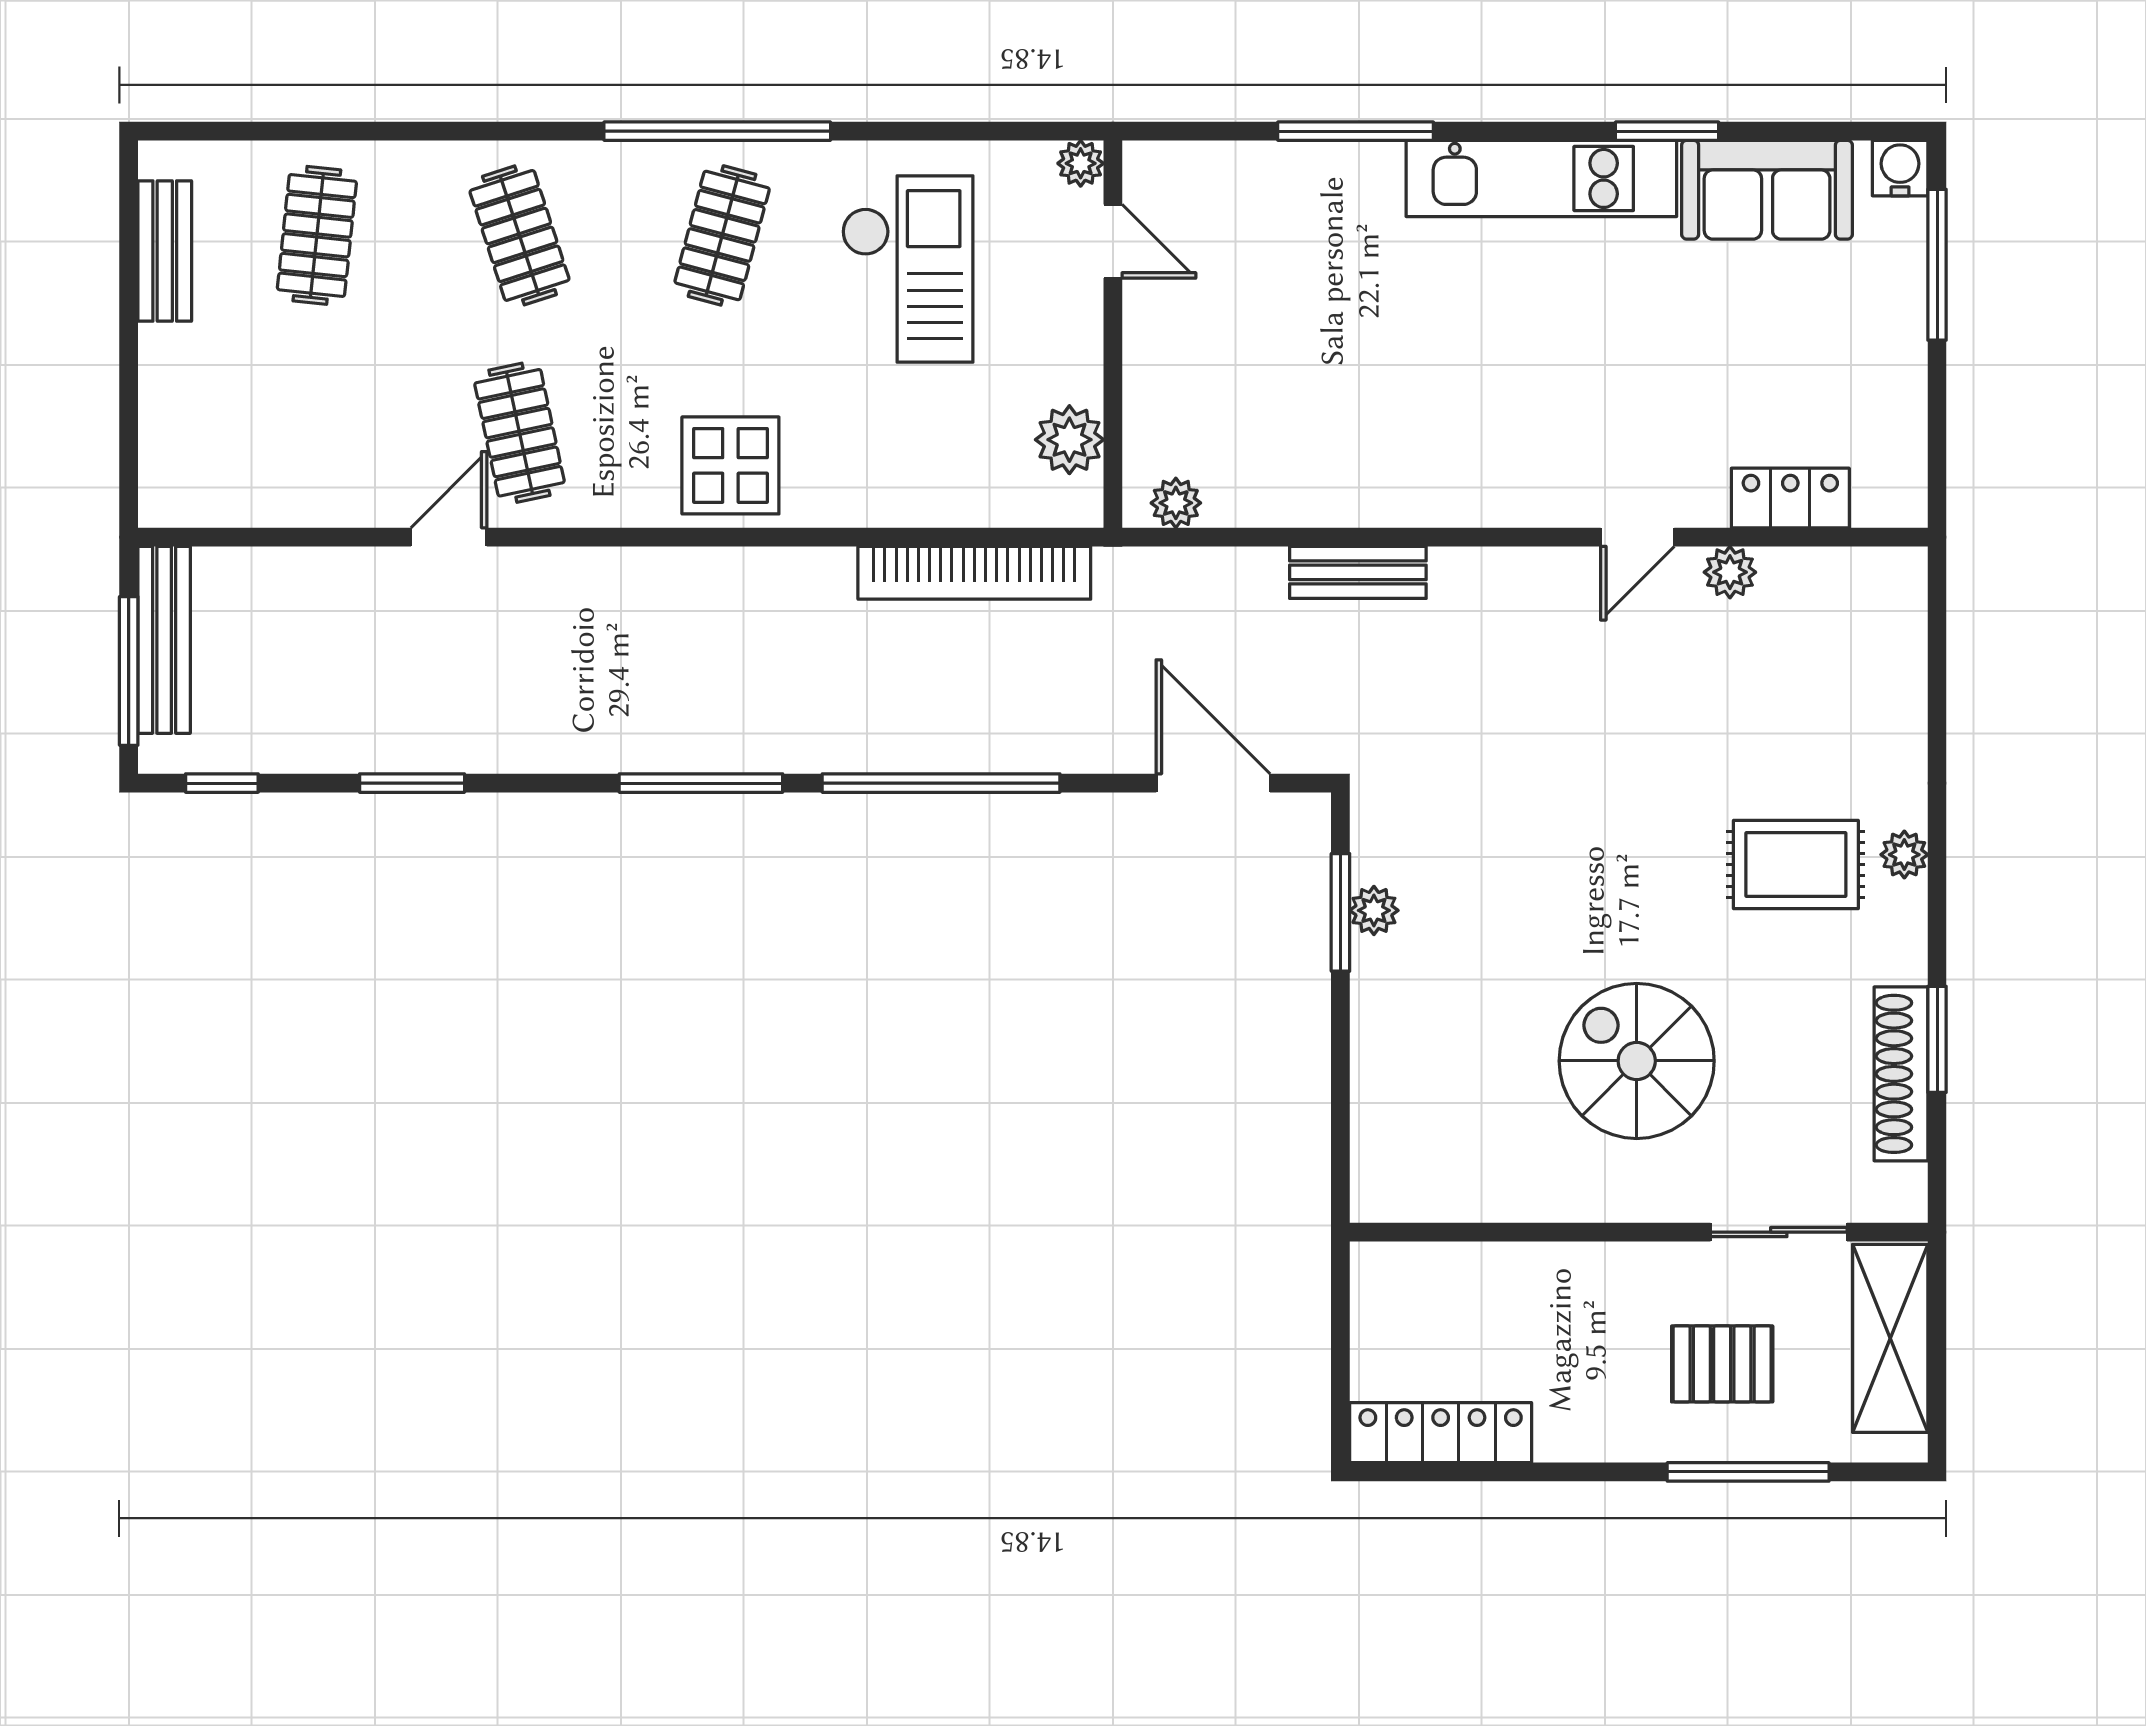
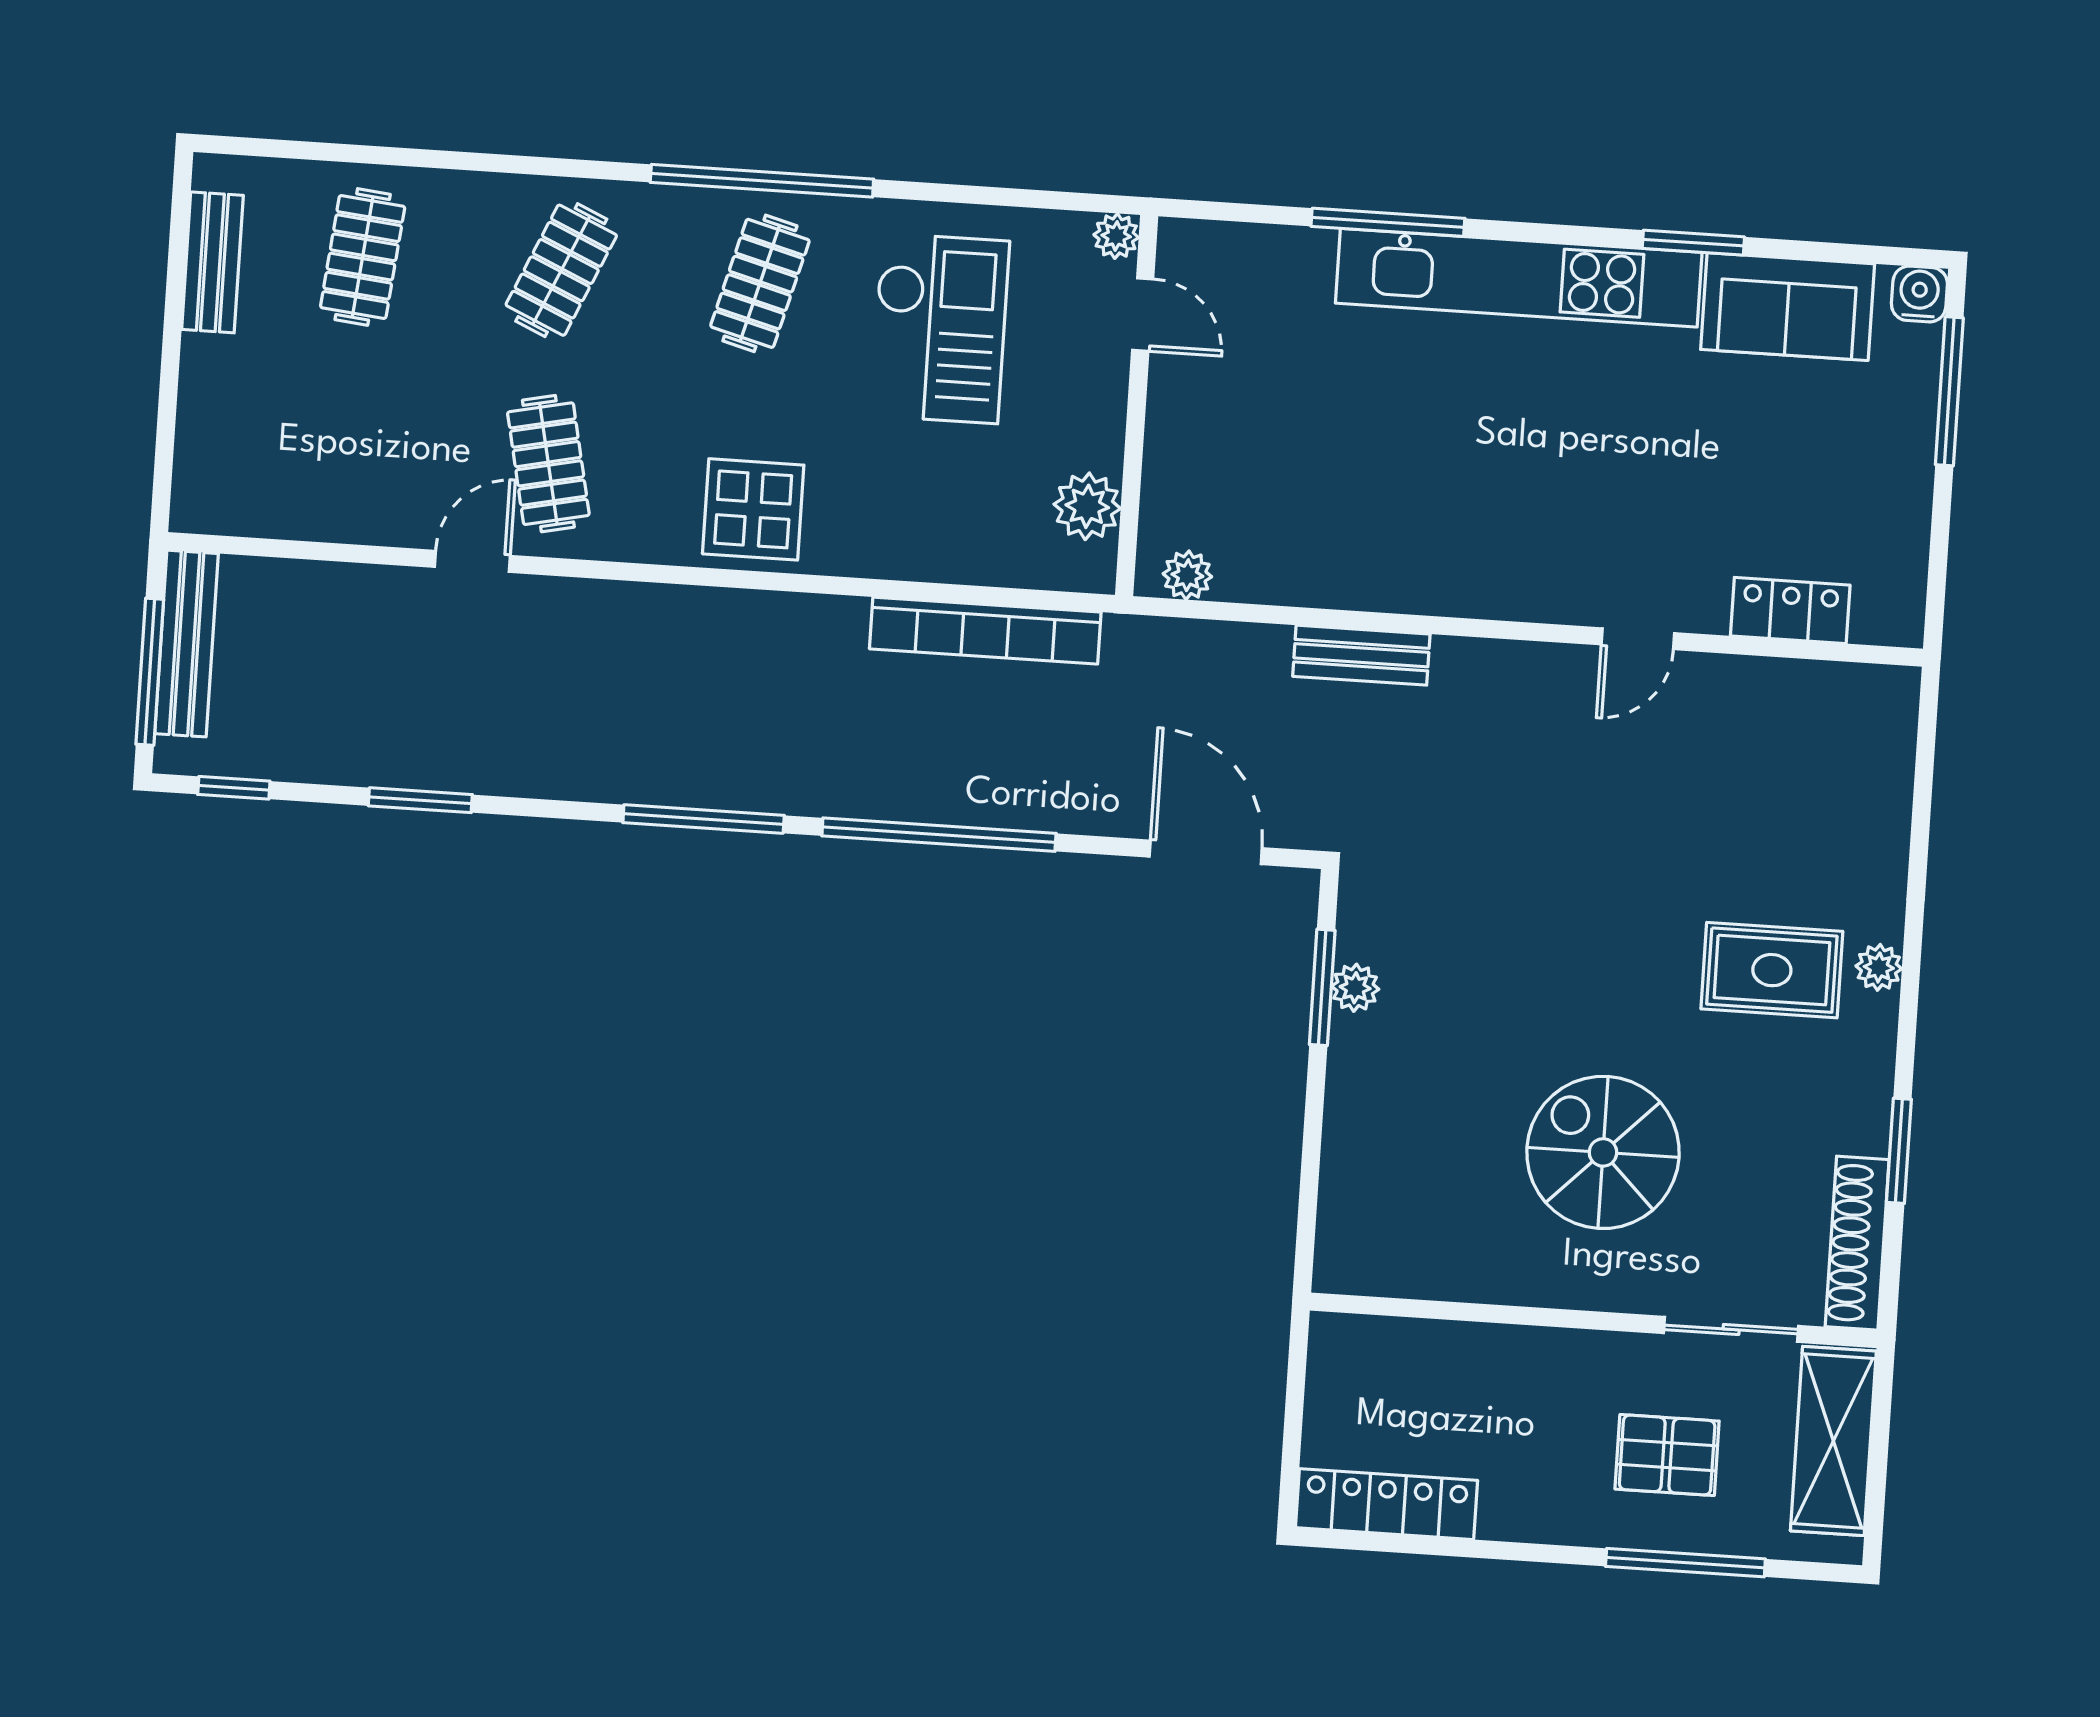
kitchen unit: (1541, 178) -> (1519, 278), width x1.36
clothes rail: (519, 235) -> (561, 270), turned 42
plant: (1730, 572) -> (1726, 679), removed
shoe rack: (1901, 1074) -> (1857, 1243), moved

